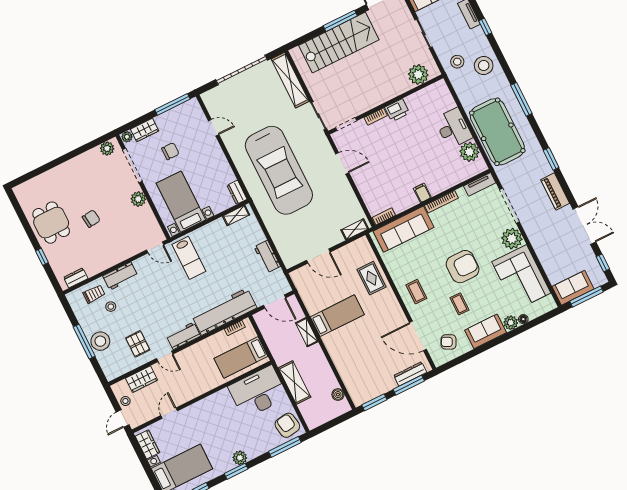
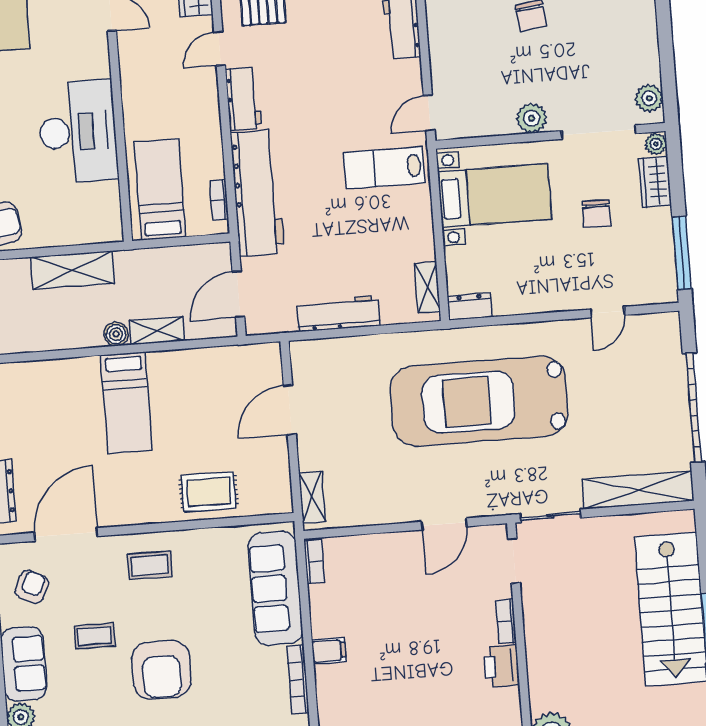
workbench: (267, 257) -> (338, 314), width x1.38
bed: (337, 316) -> (127, 403), moved
desk: (258, 392) -> (78, 132), moved
boiler: (338, 395) -> (116, 334), moved

